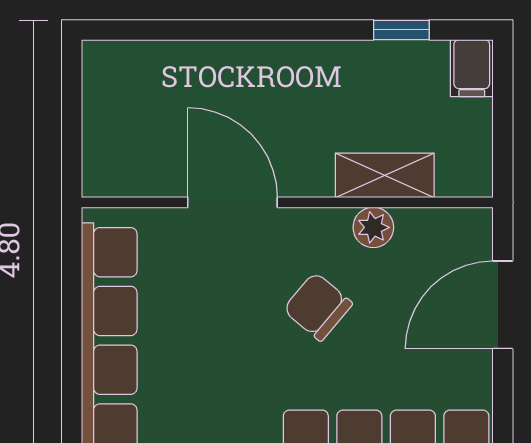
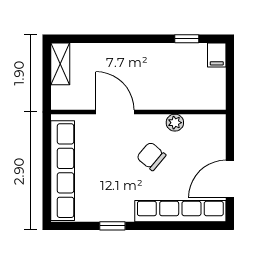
shelving: (385, 175) -> (60, 64), moved, turned 90
door: (503, 305) -> (230, 179), moved

